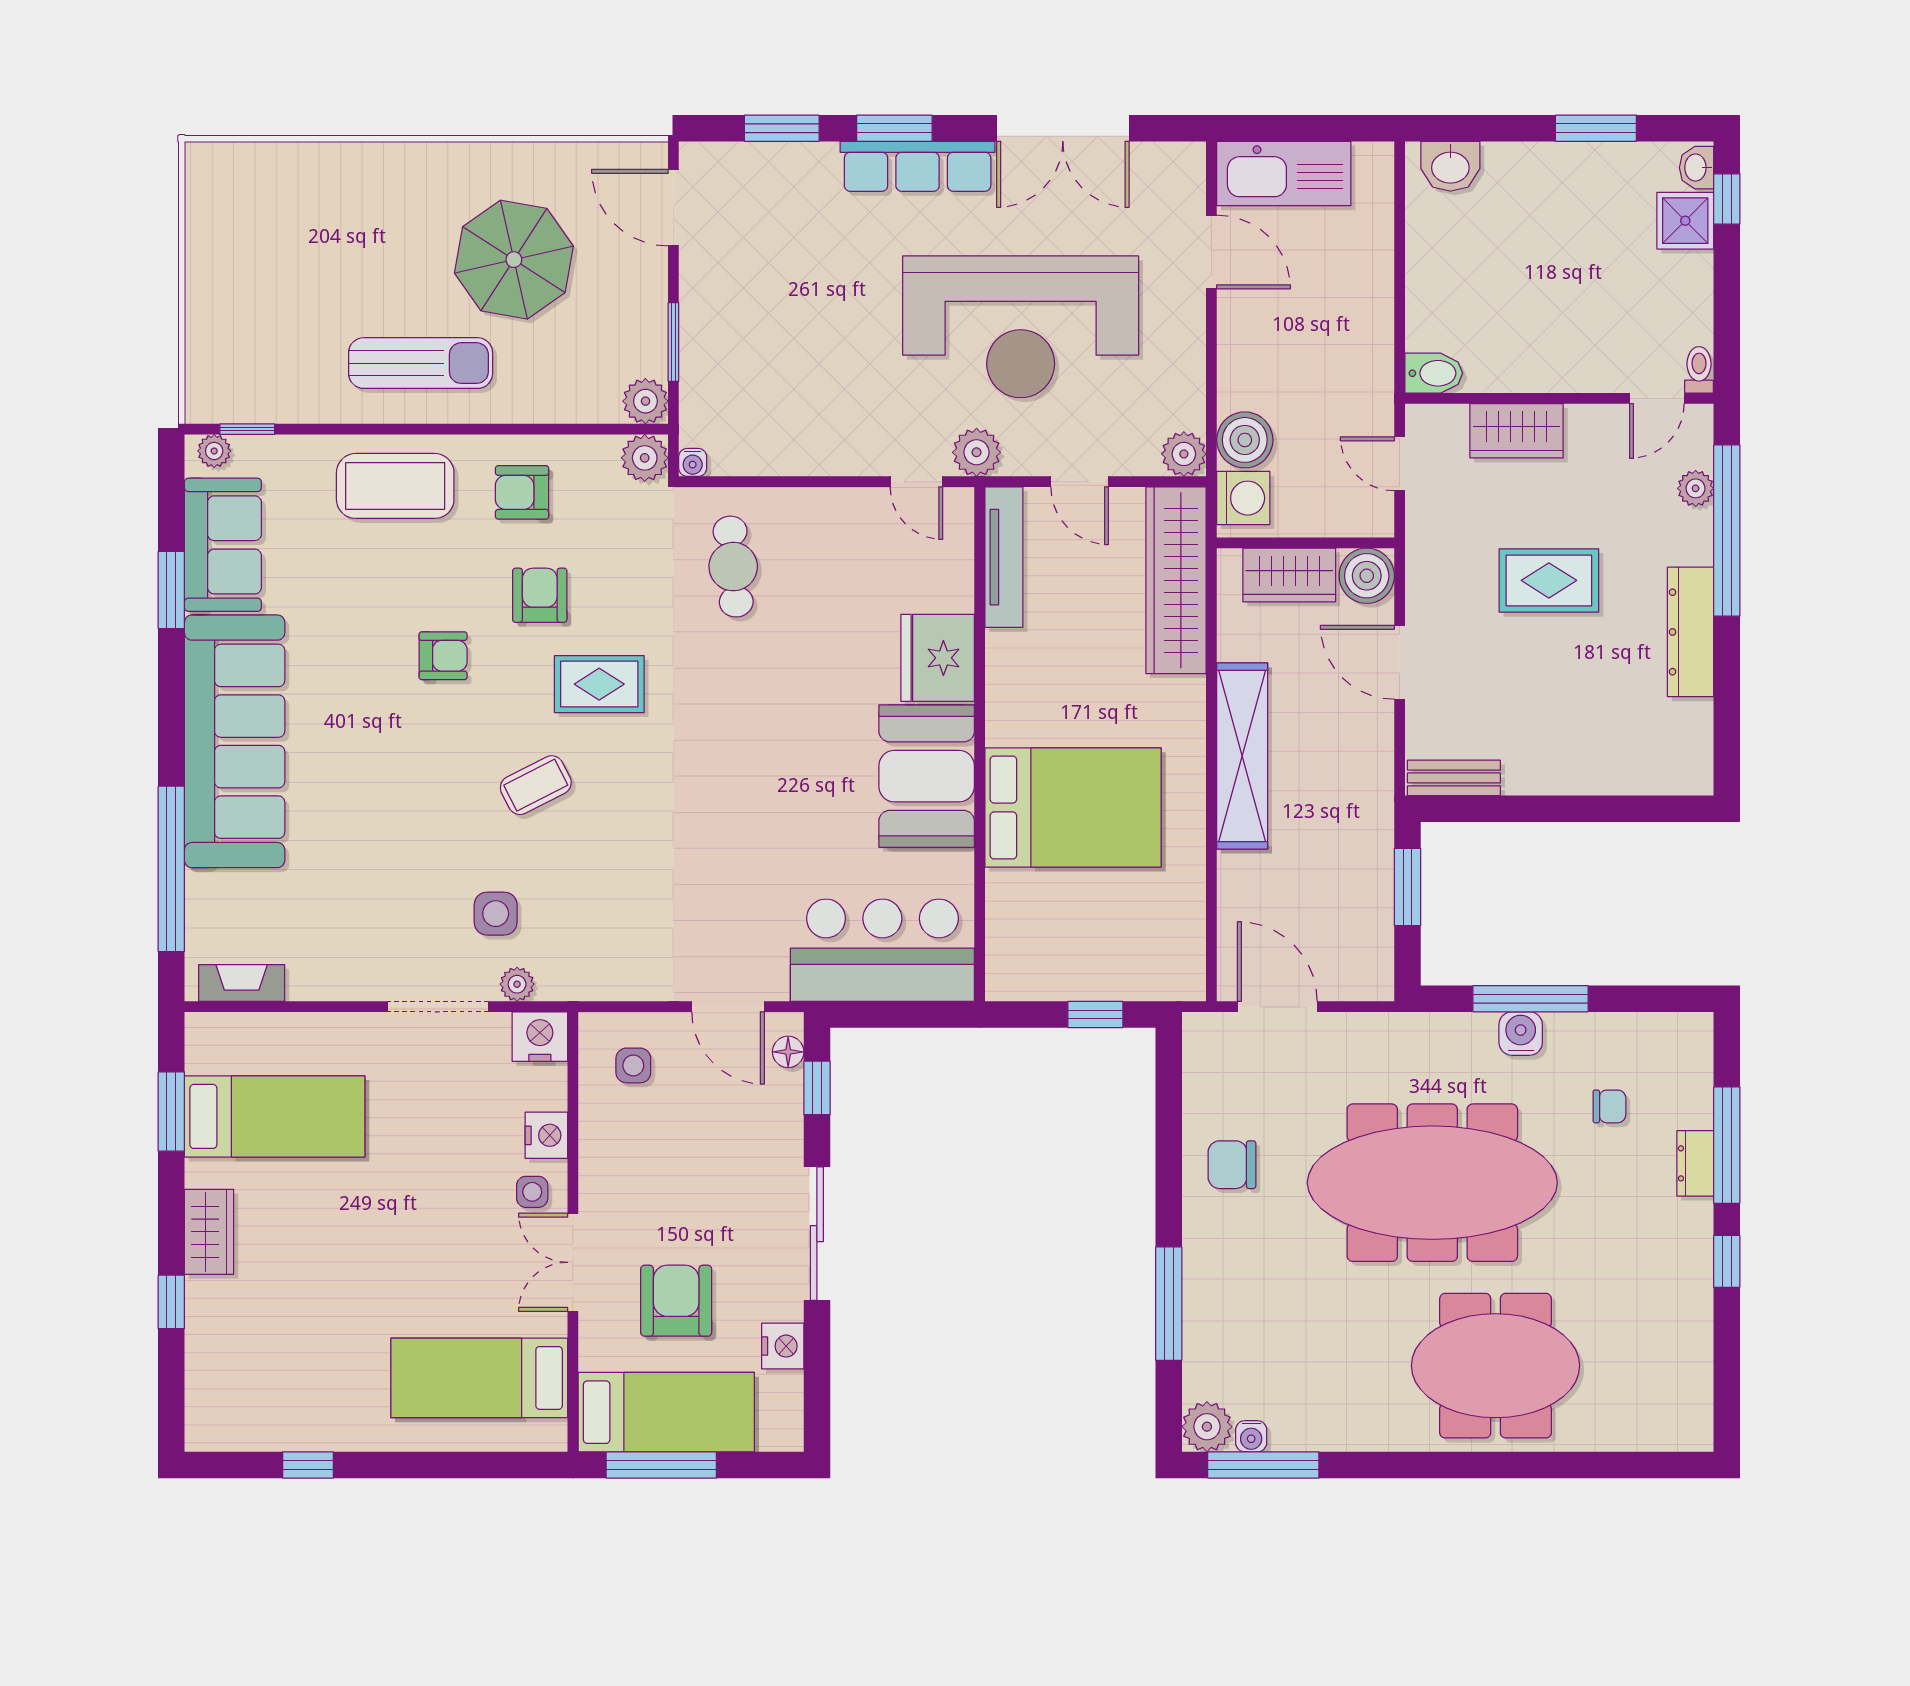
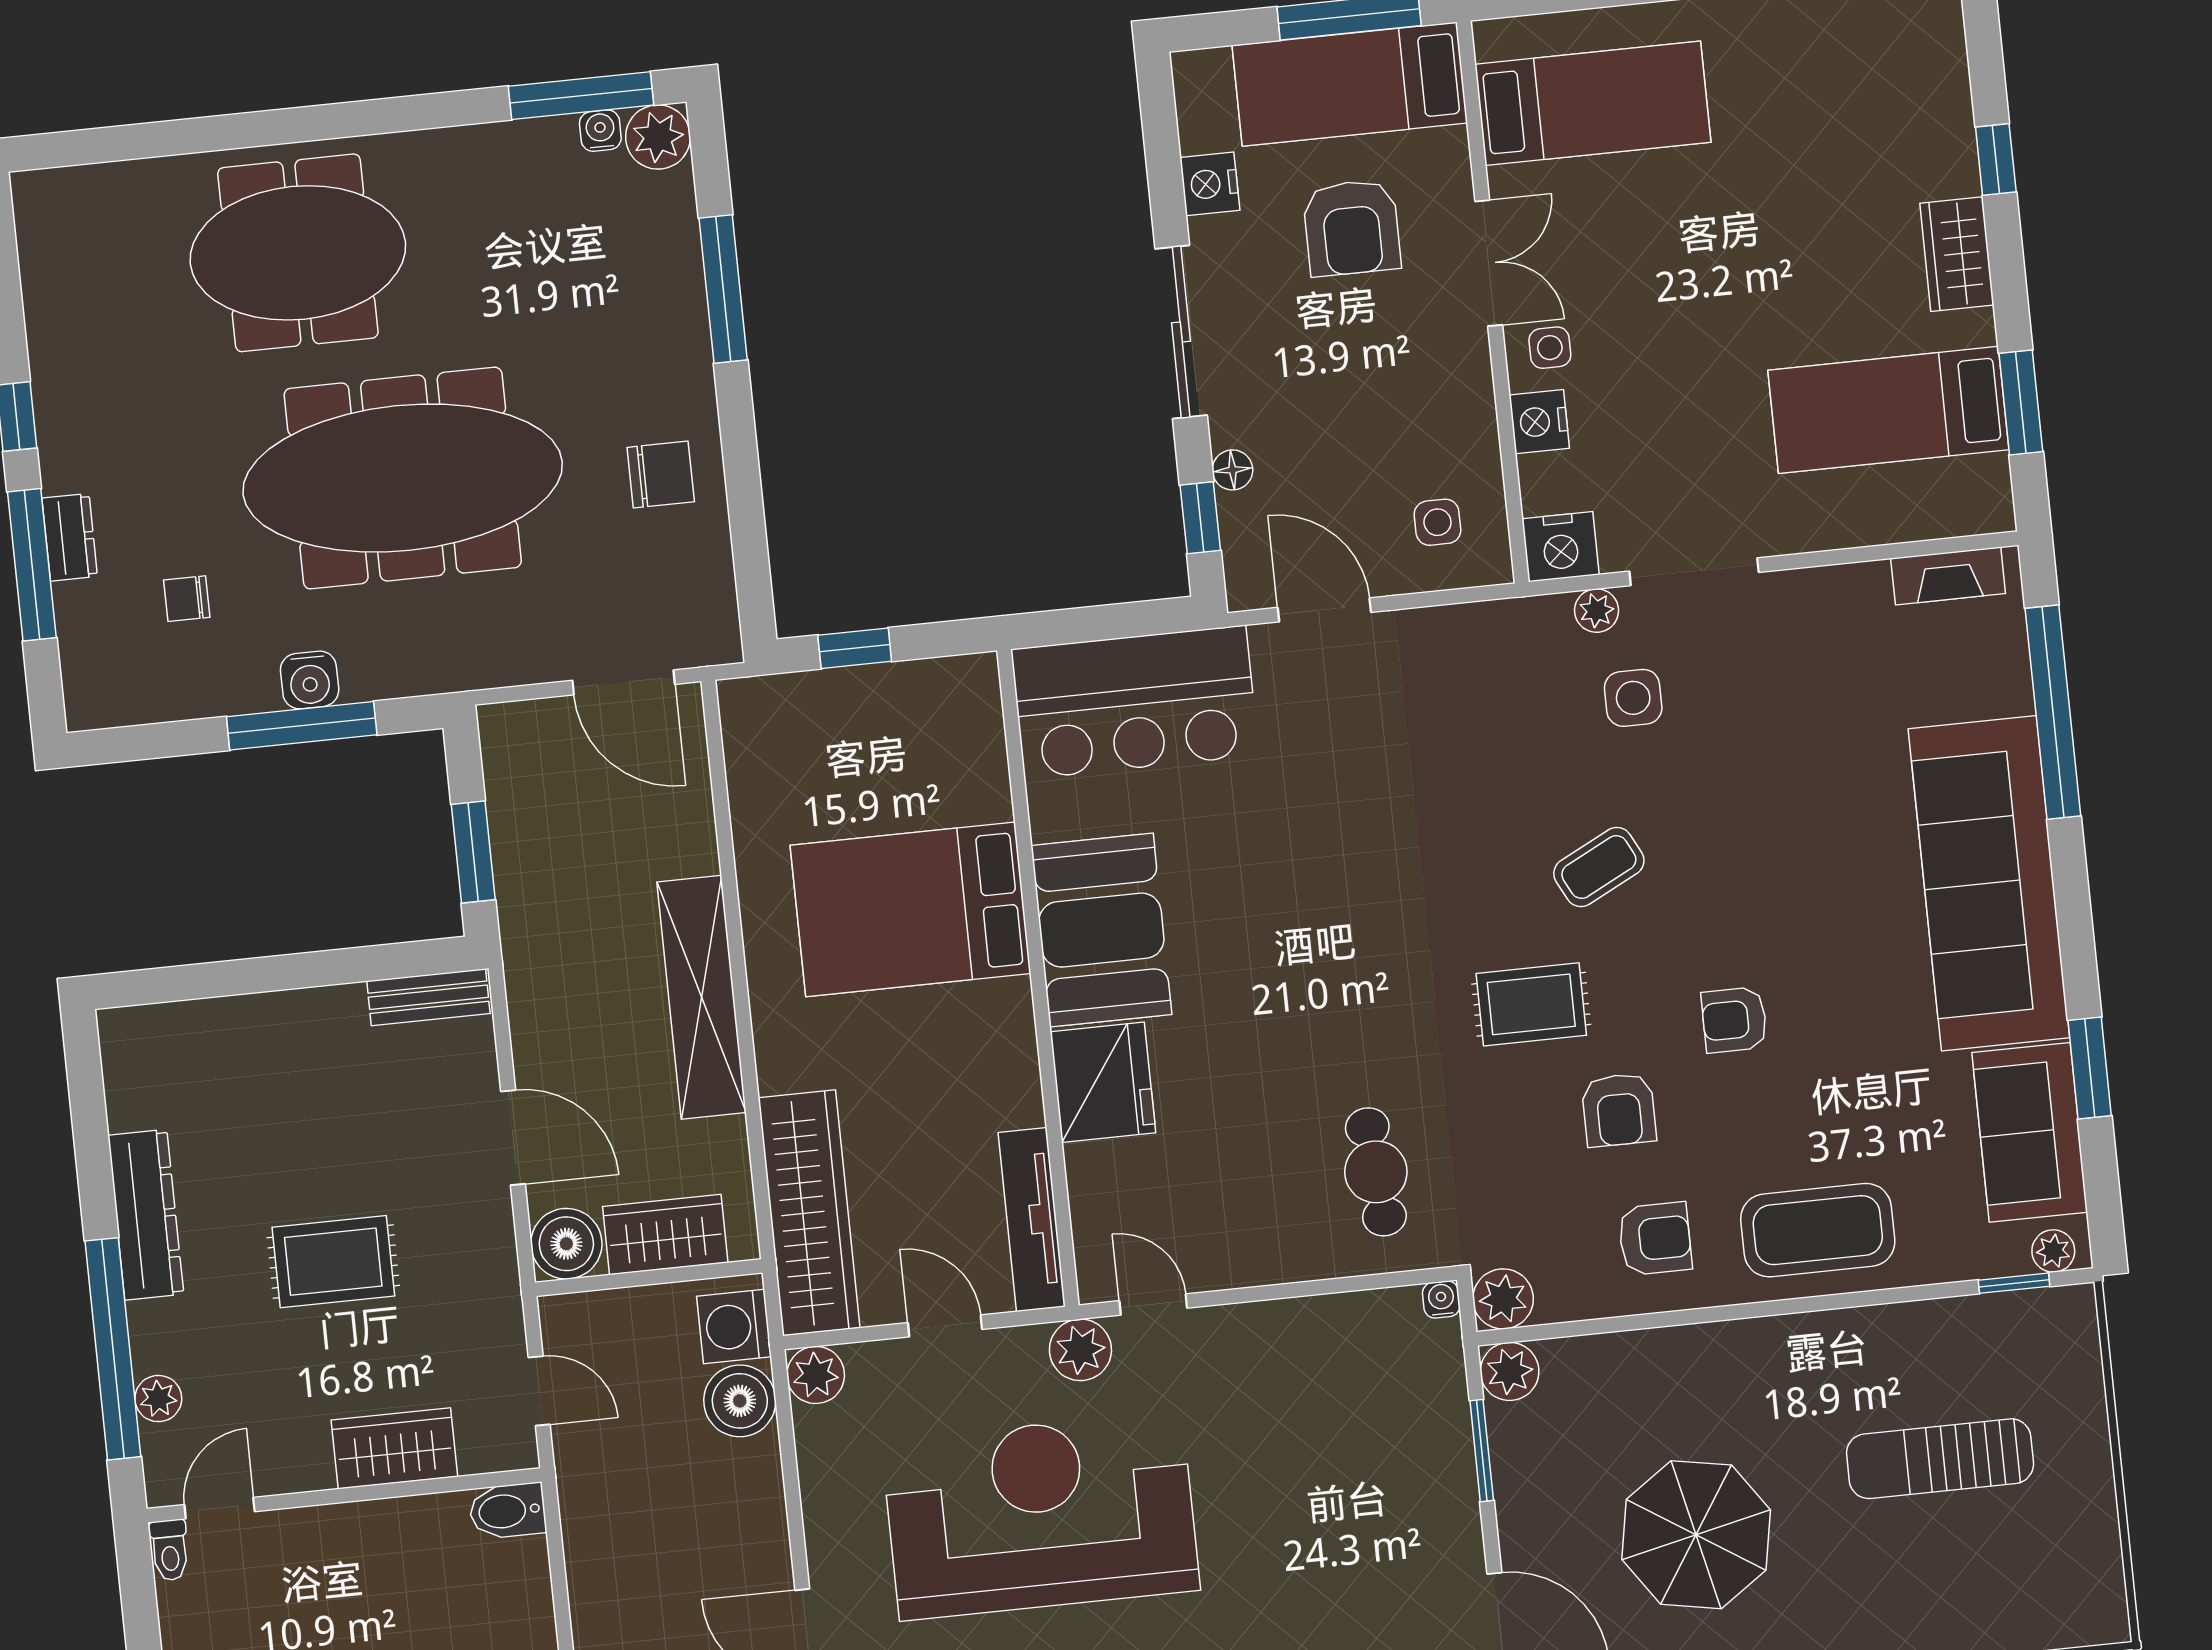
sun lounger: (421, 363) -> (1940, 1459), moved
floor lamp: (788, 1052) -> (1232, 470), moved

